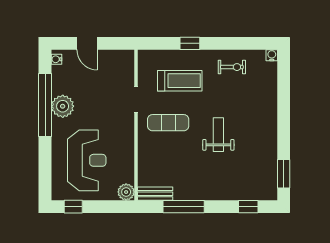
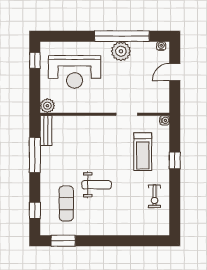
water cooler: (272, 55) -> (165, 120), moved
exercise mat: (168, 123) -> (66, 203), moved

